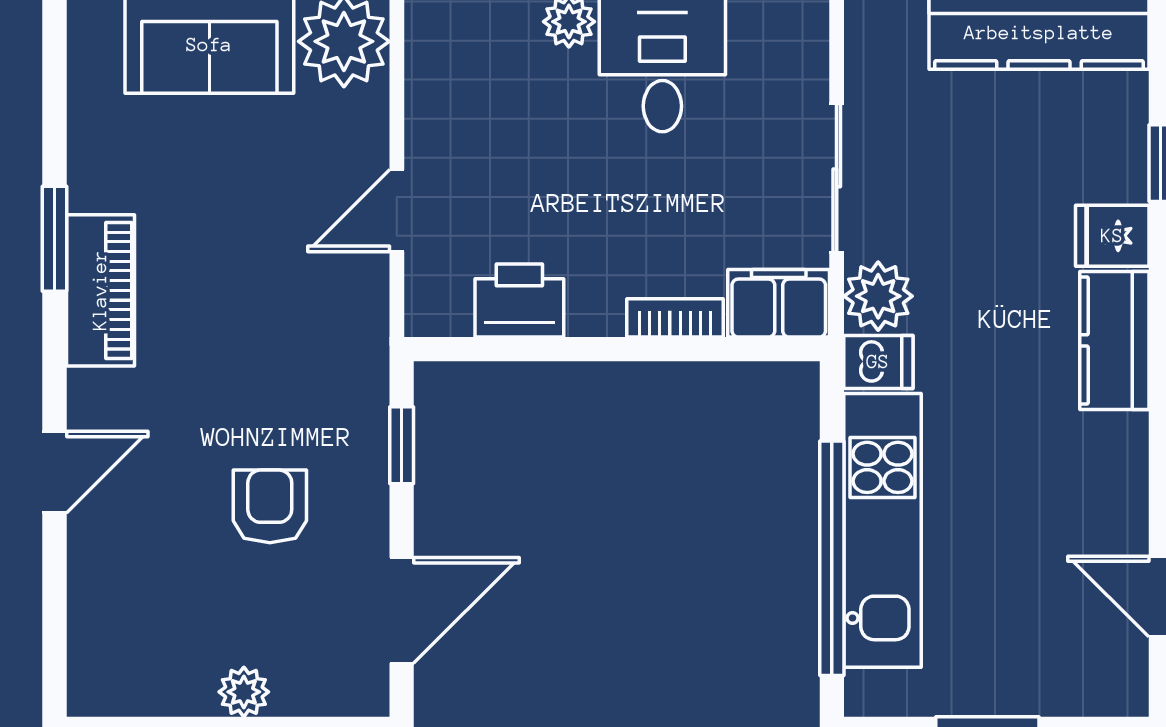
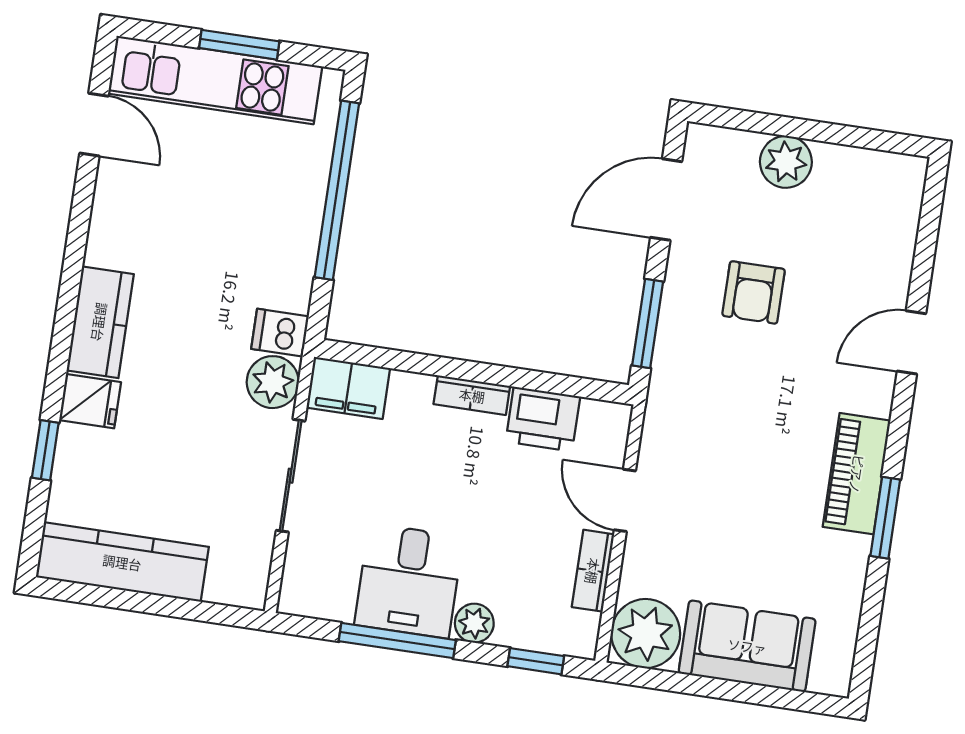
bookcase: (425, 113) -> (593, 571), added
door: (397, 211) -> (625, 500), swing flipped
bookcase: (675, 318) -> (472, 395), moved
window: (402, 445) -> (648, 324), width x1.50
kitchen unit: (883, 530) -> (215, 80), moved, turned -90
plant: (244, 692) -> (786, 162), width x1.38, depth x1.38

